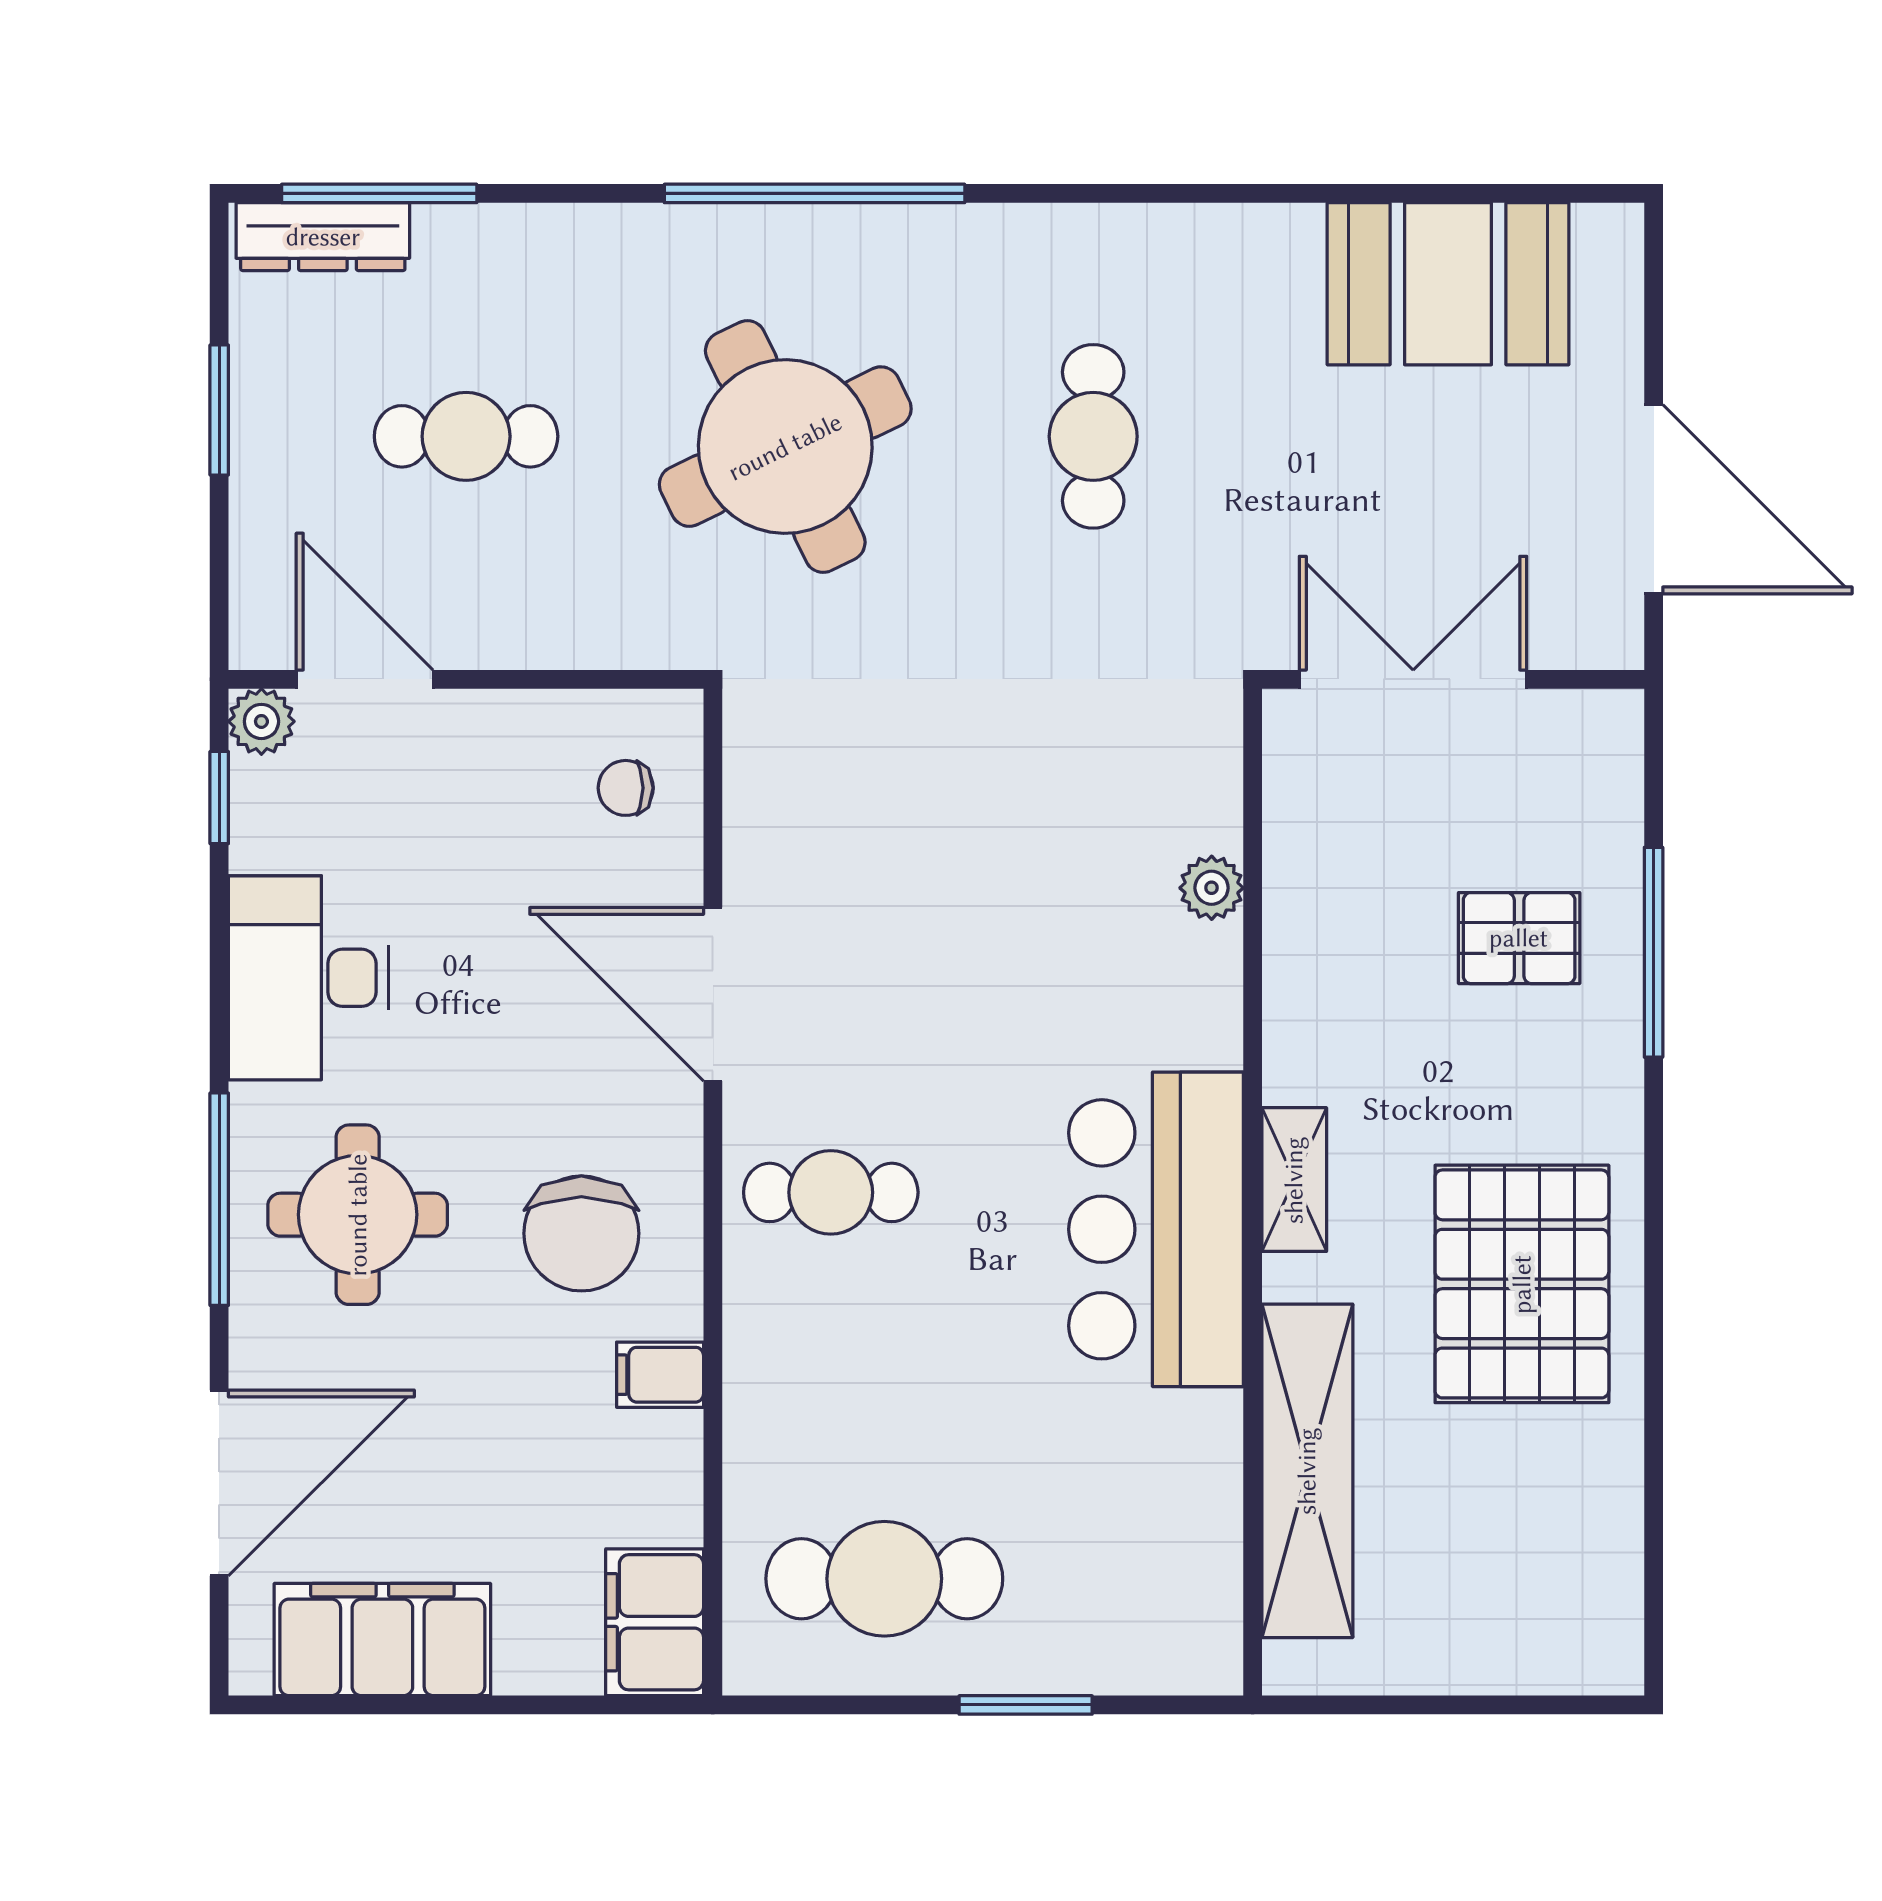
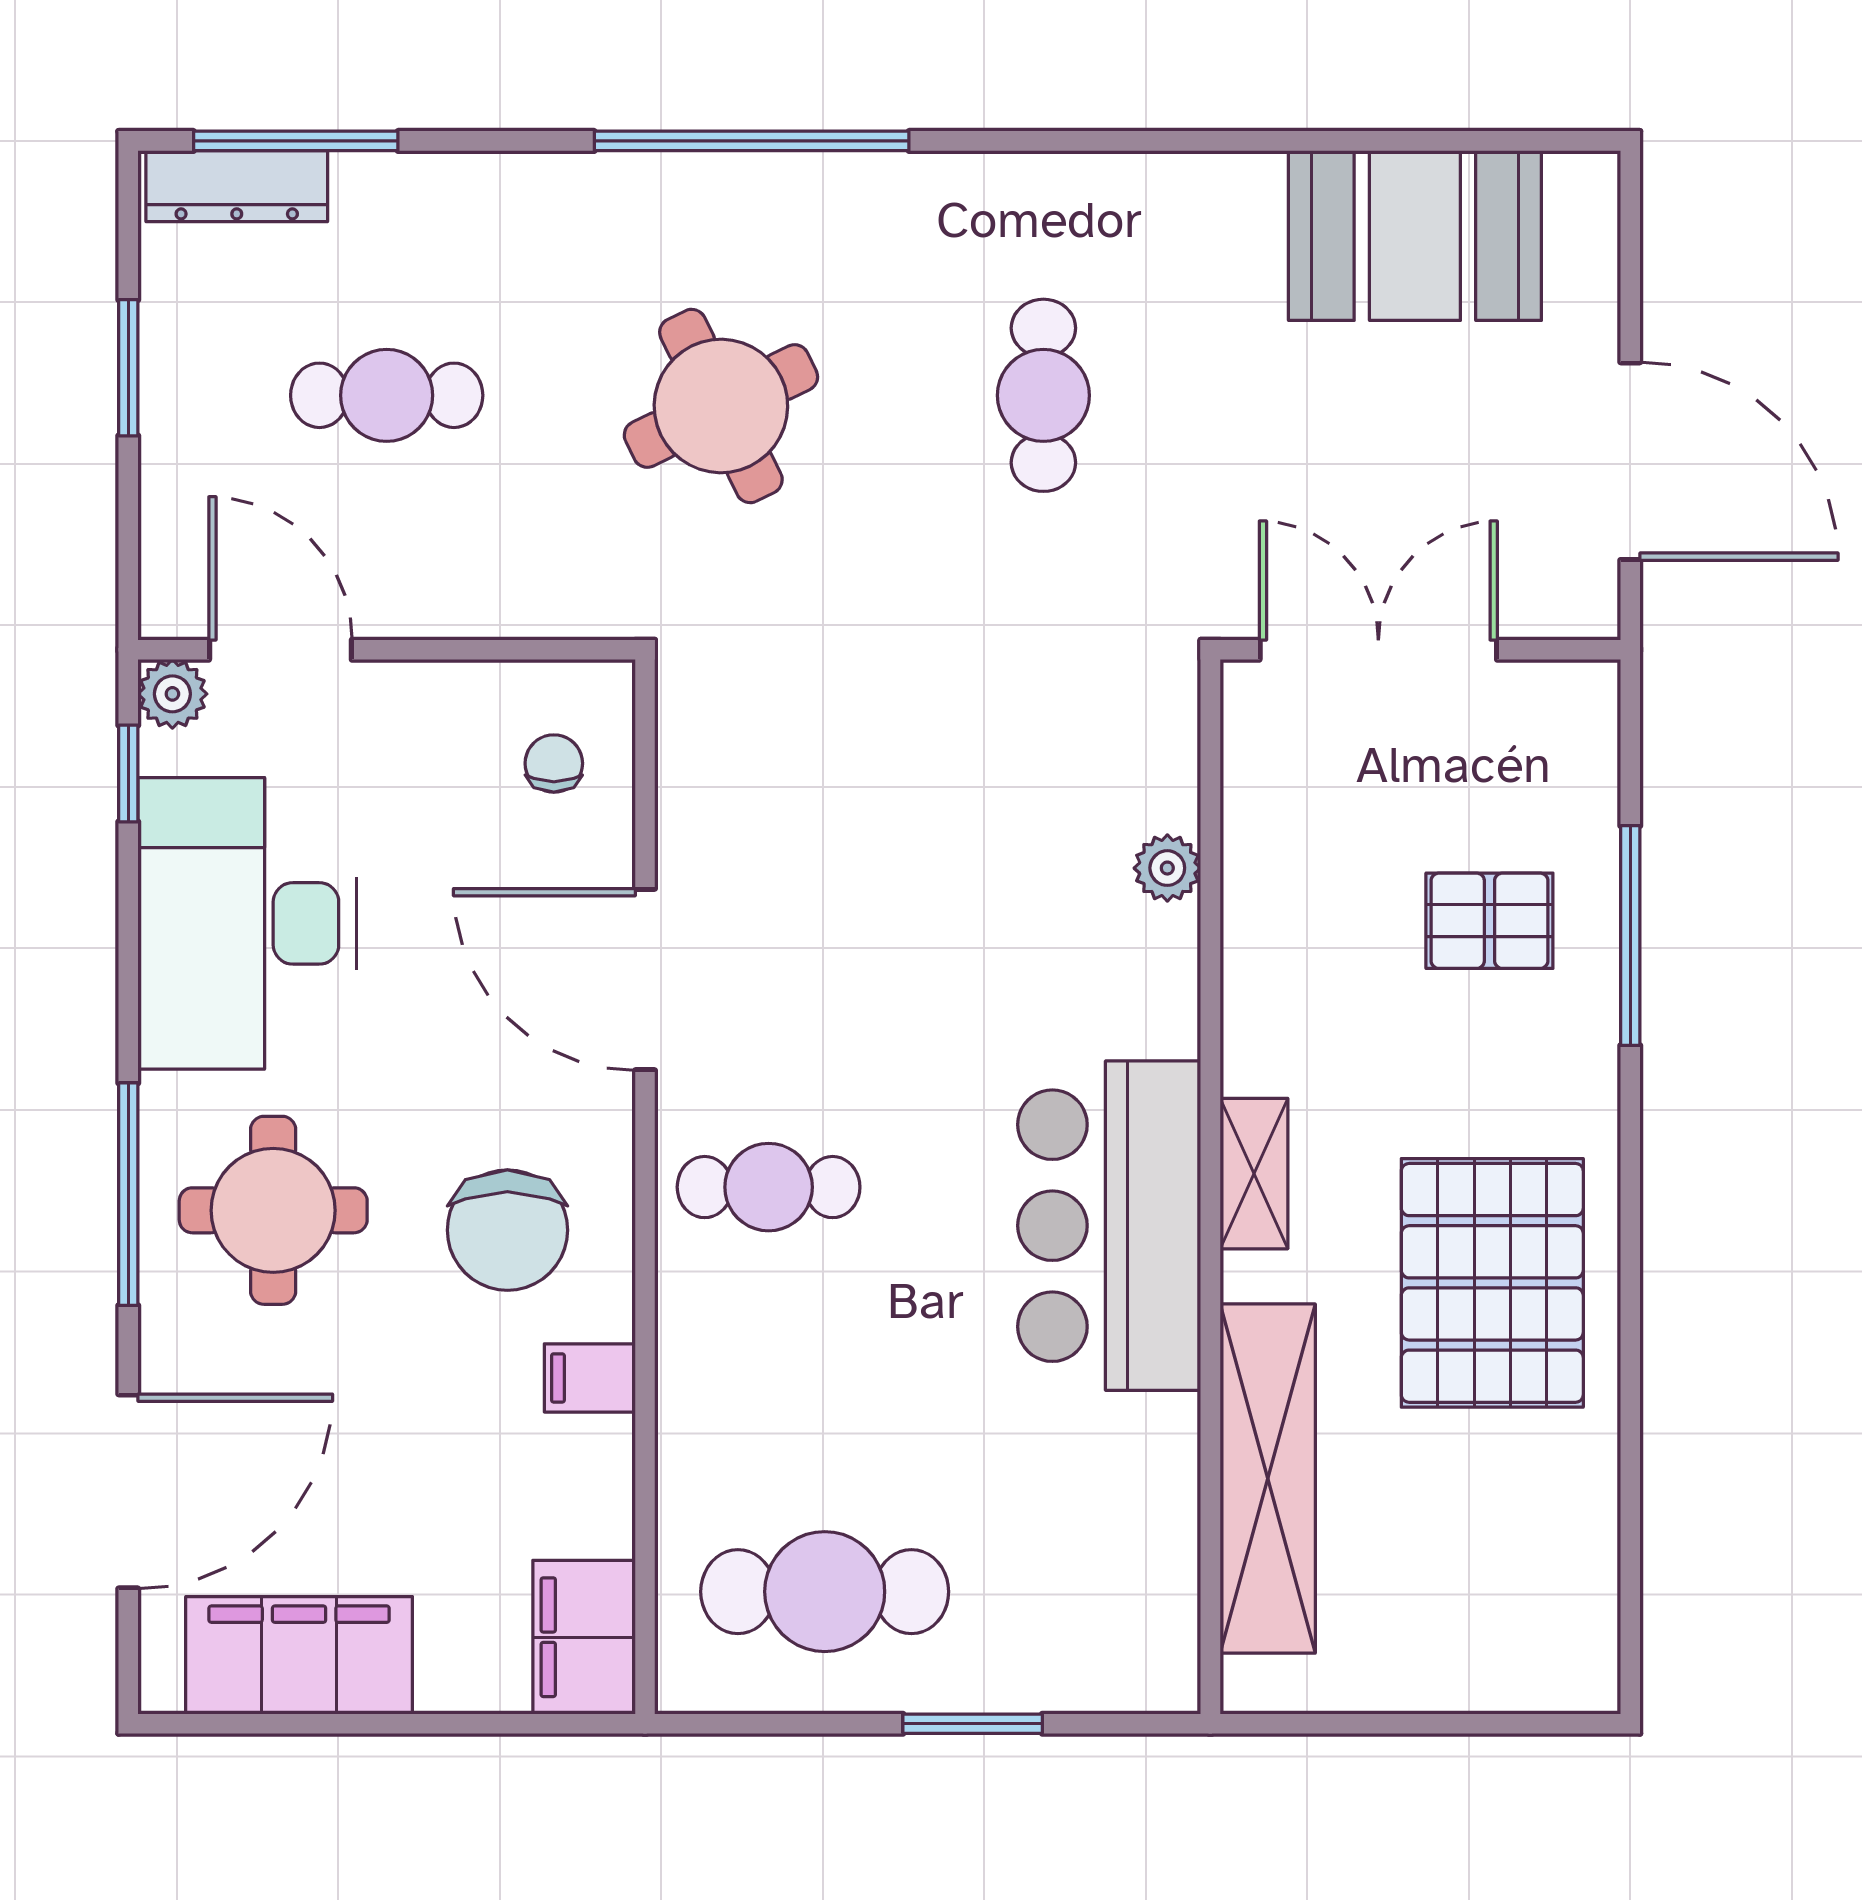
round table: (785, 447) -> (721, 406), width x0.73, depth x0.73
chair: (626, 788) -> (554, 763), turned 90
desk: (309, 978) -> (247, 923), width x1.36, depth x1.30

